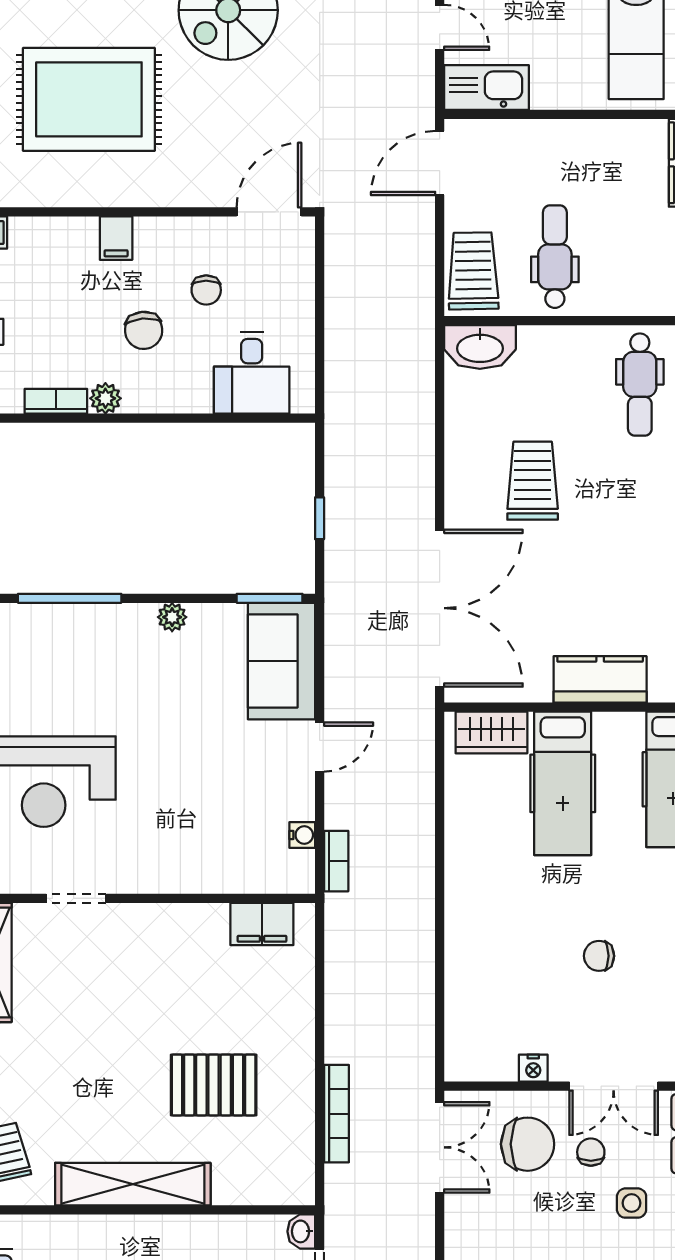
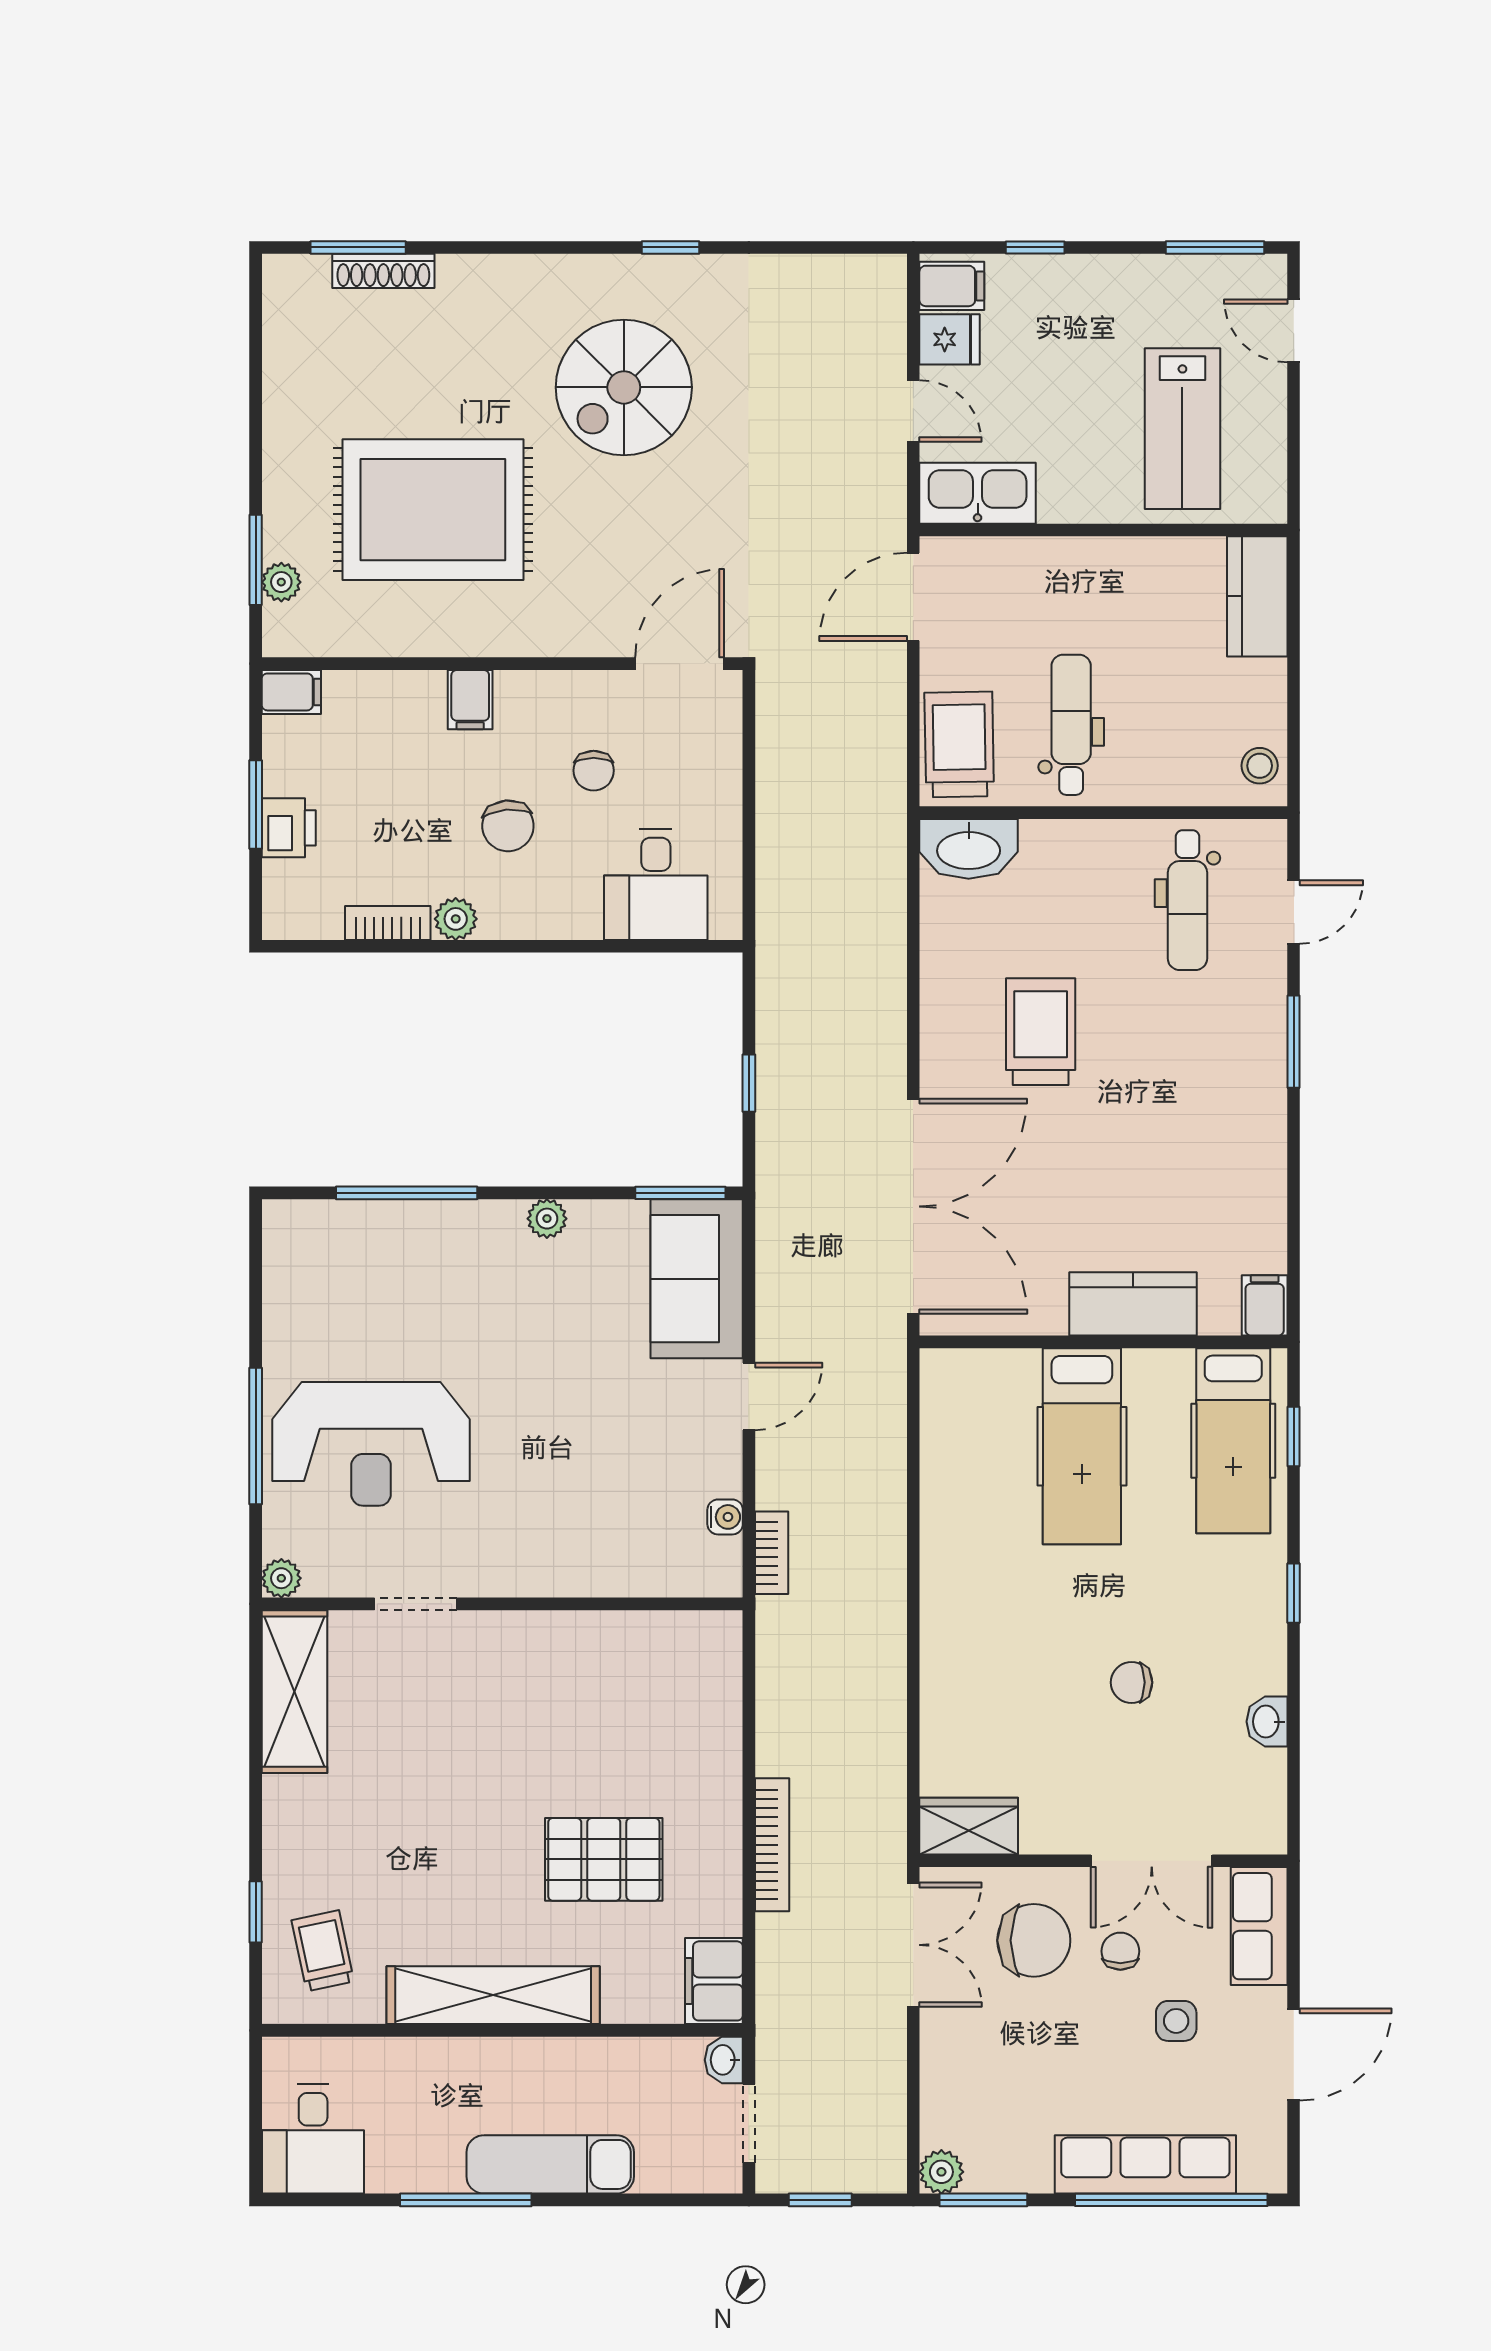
wardrobe: (491, 732) -> (969, 1826), moved, turned 180
filing cabinet: (262, 924) -> (714, 1981), moved, turned 90
nightstand: (533, 1068) -> (1042, 1836), removed
bookcase: (337, 1114) -> (772, 1845), moved

